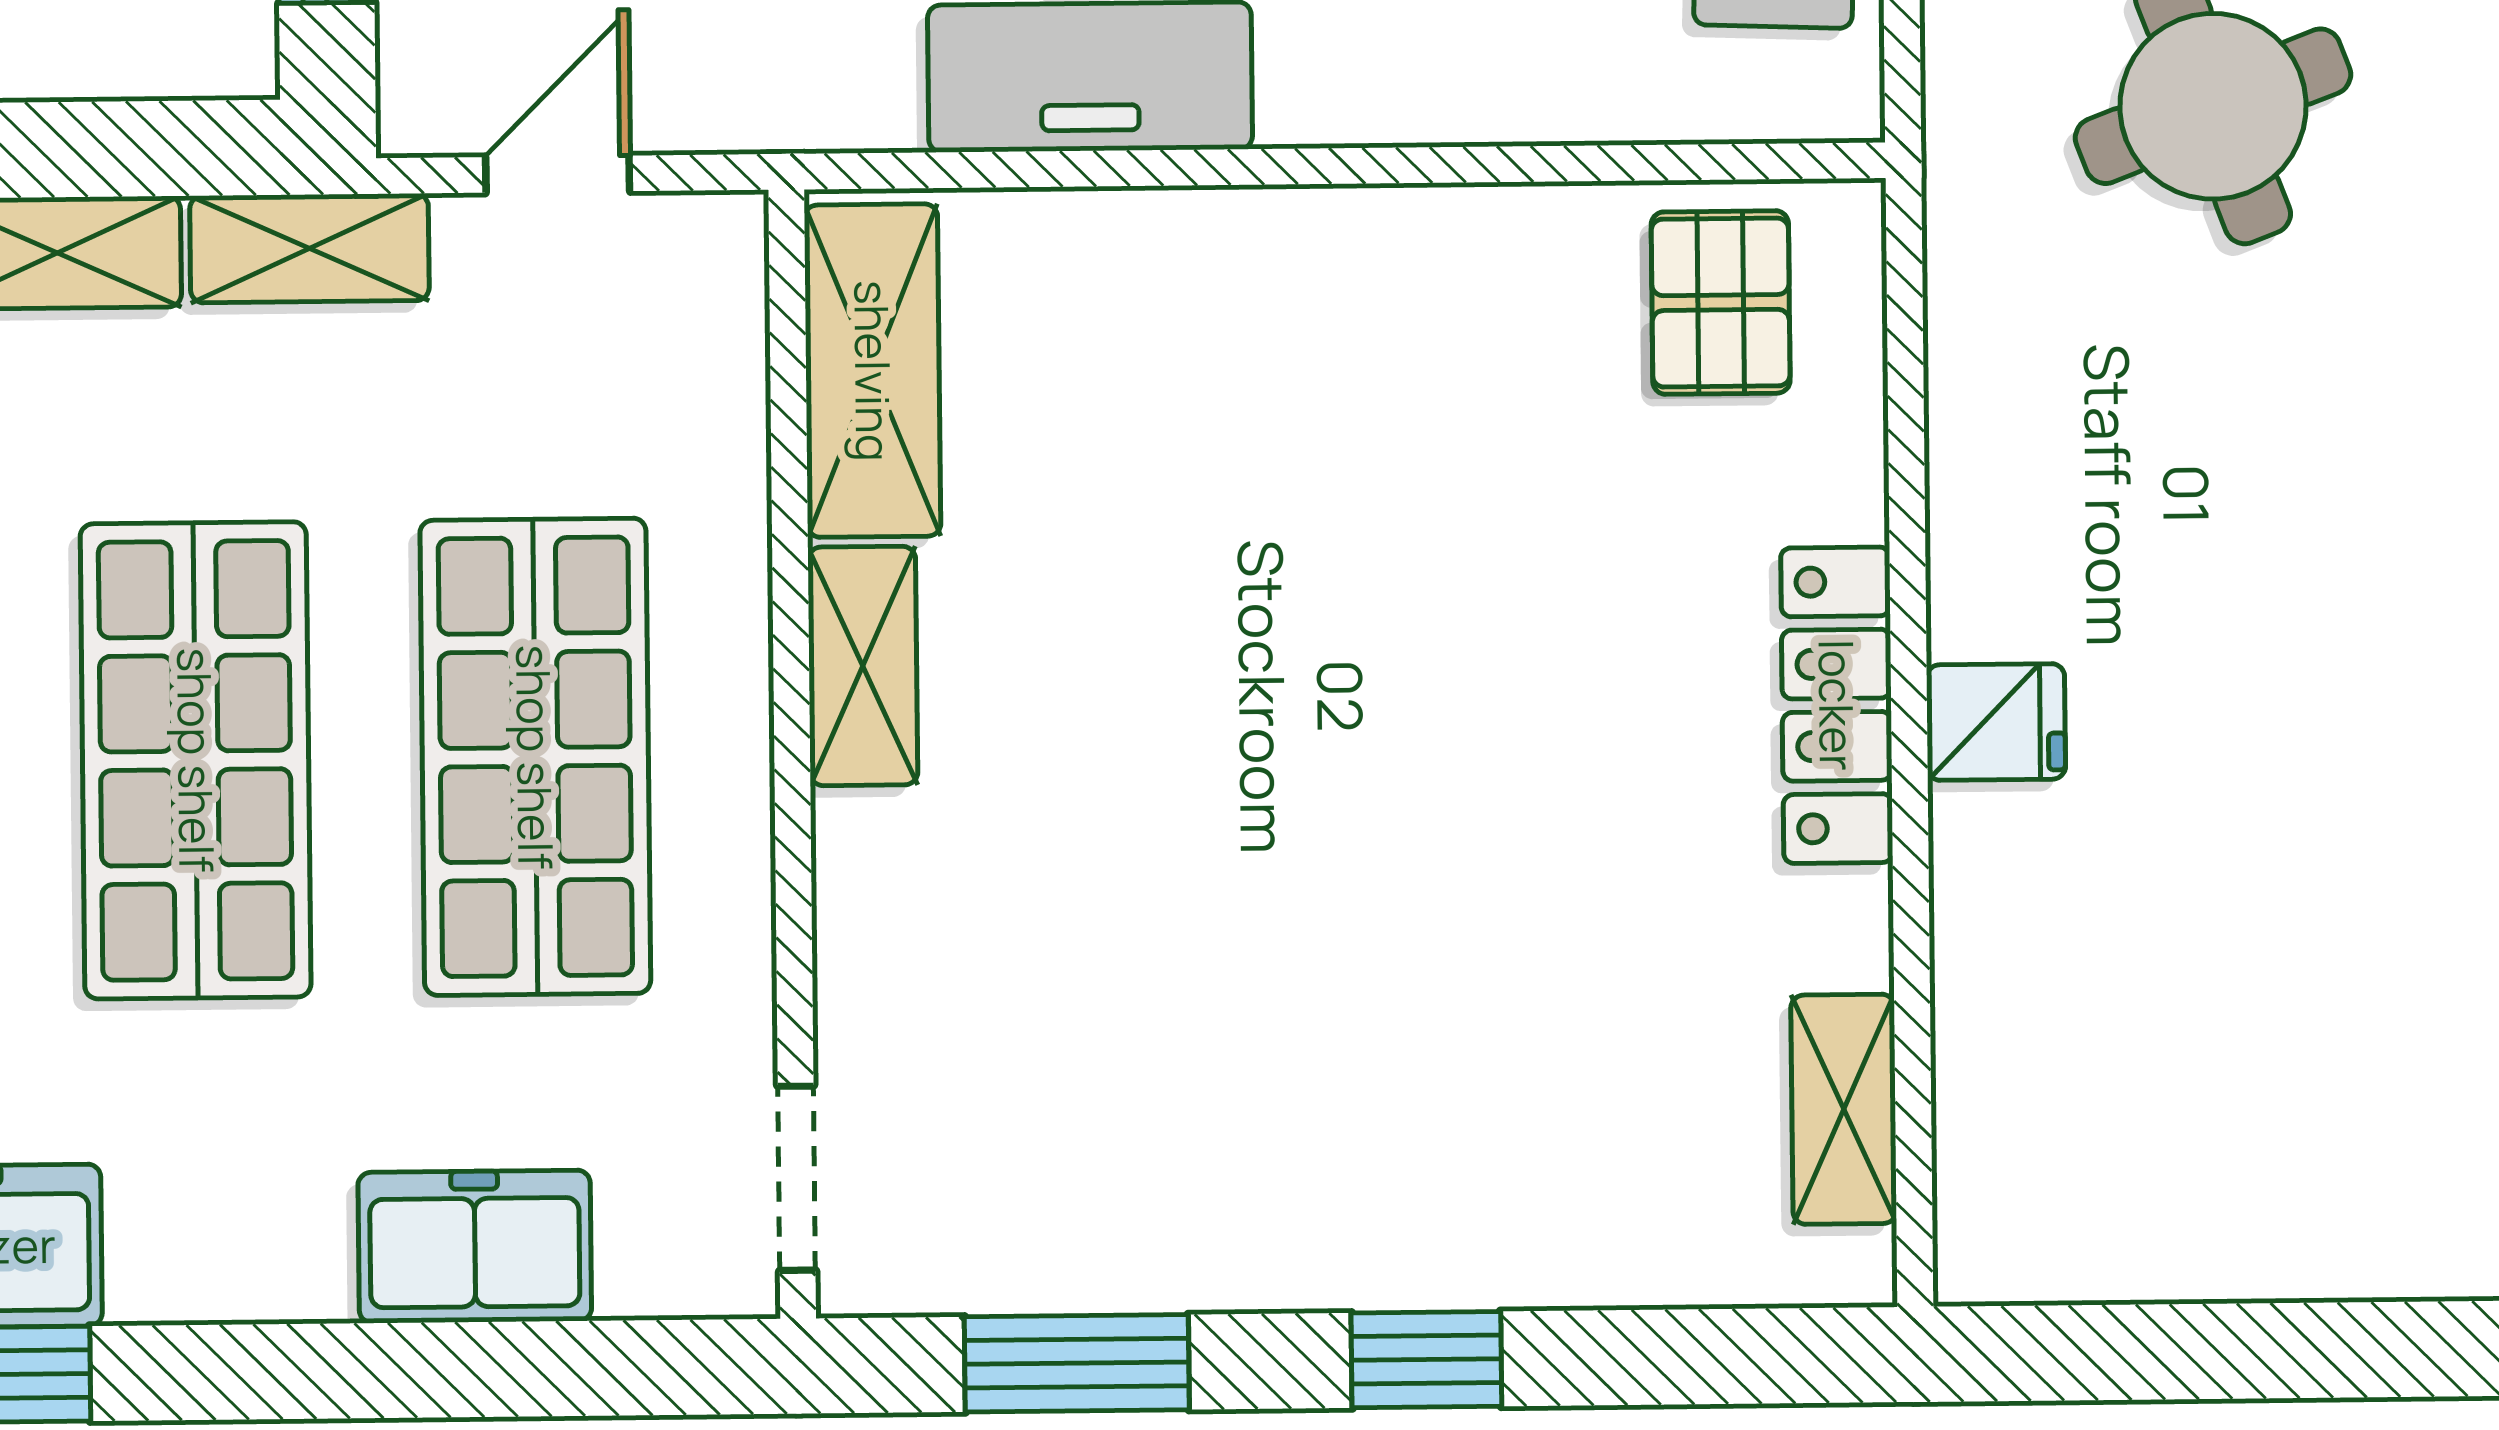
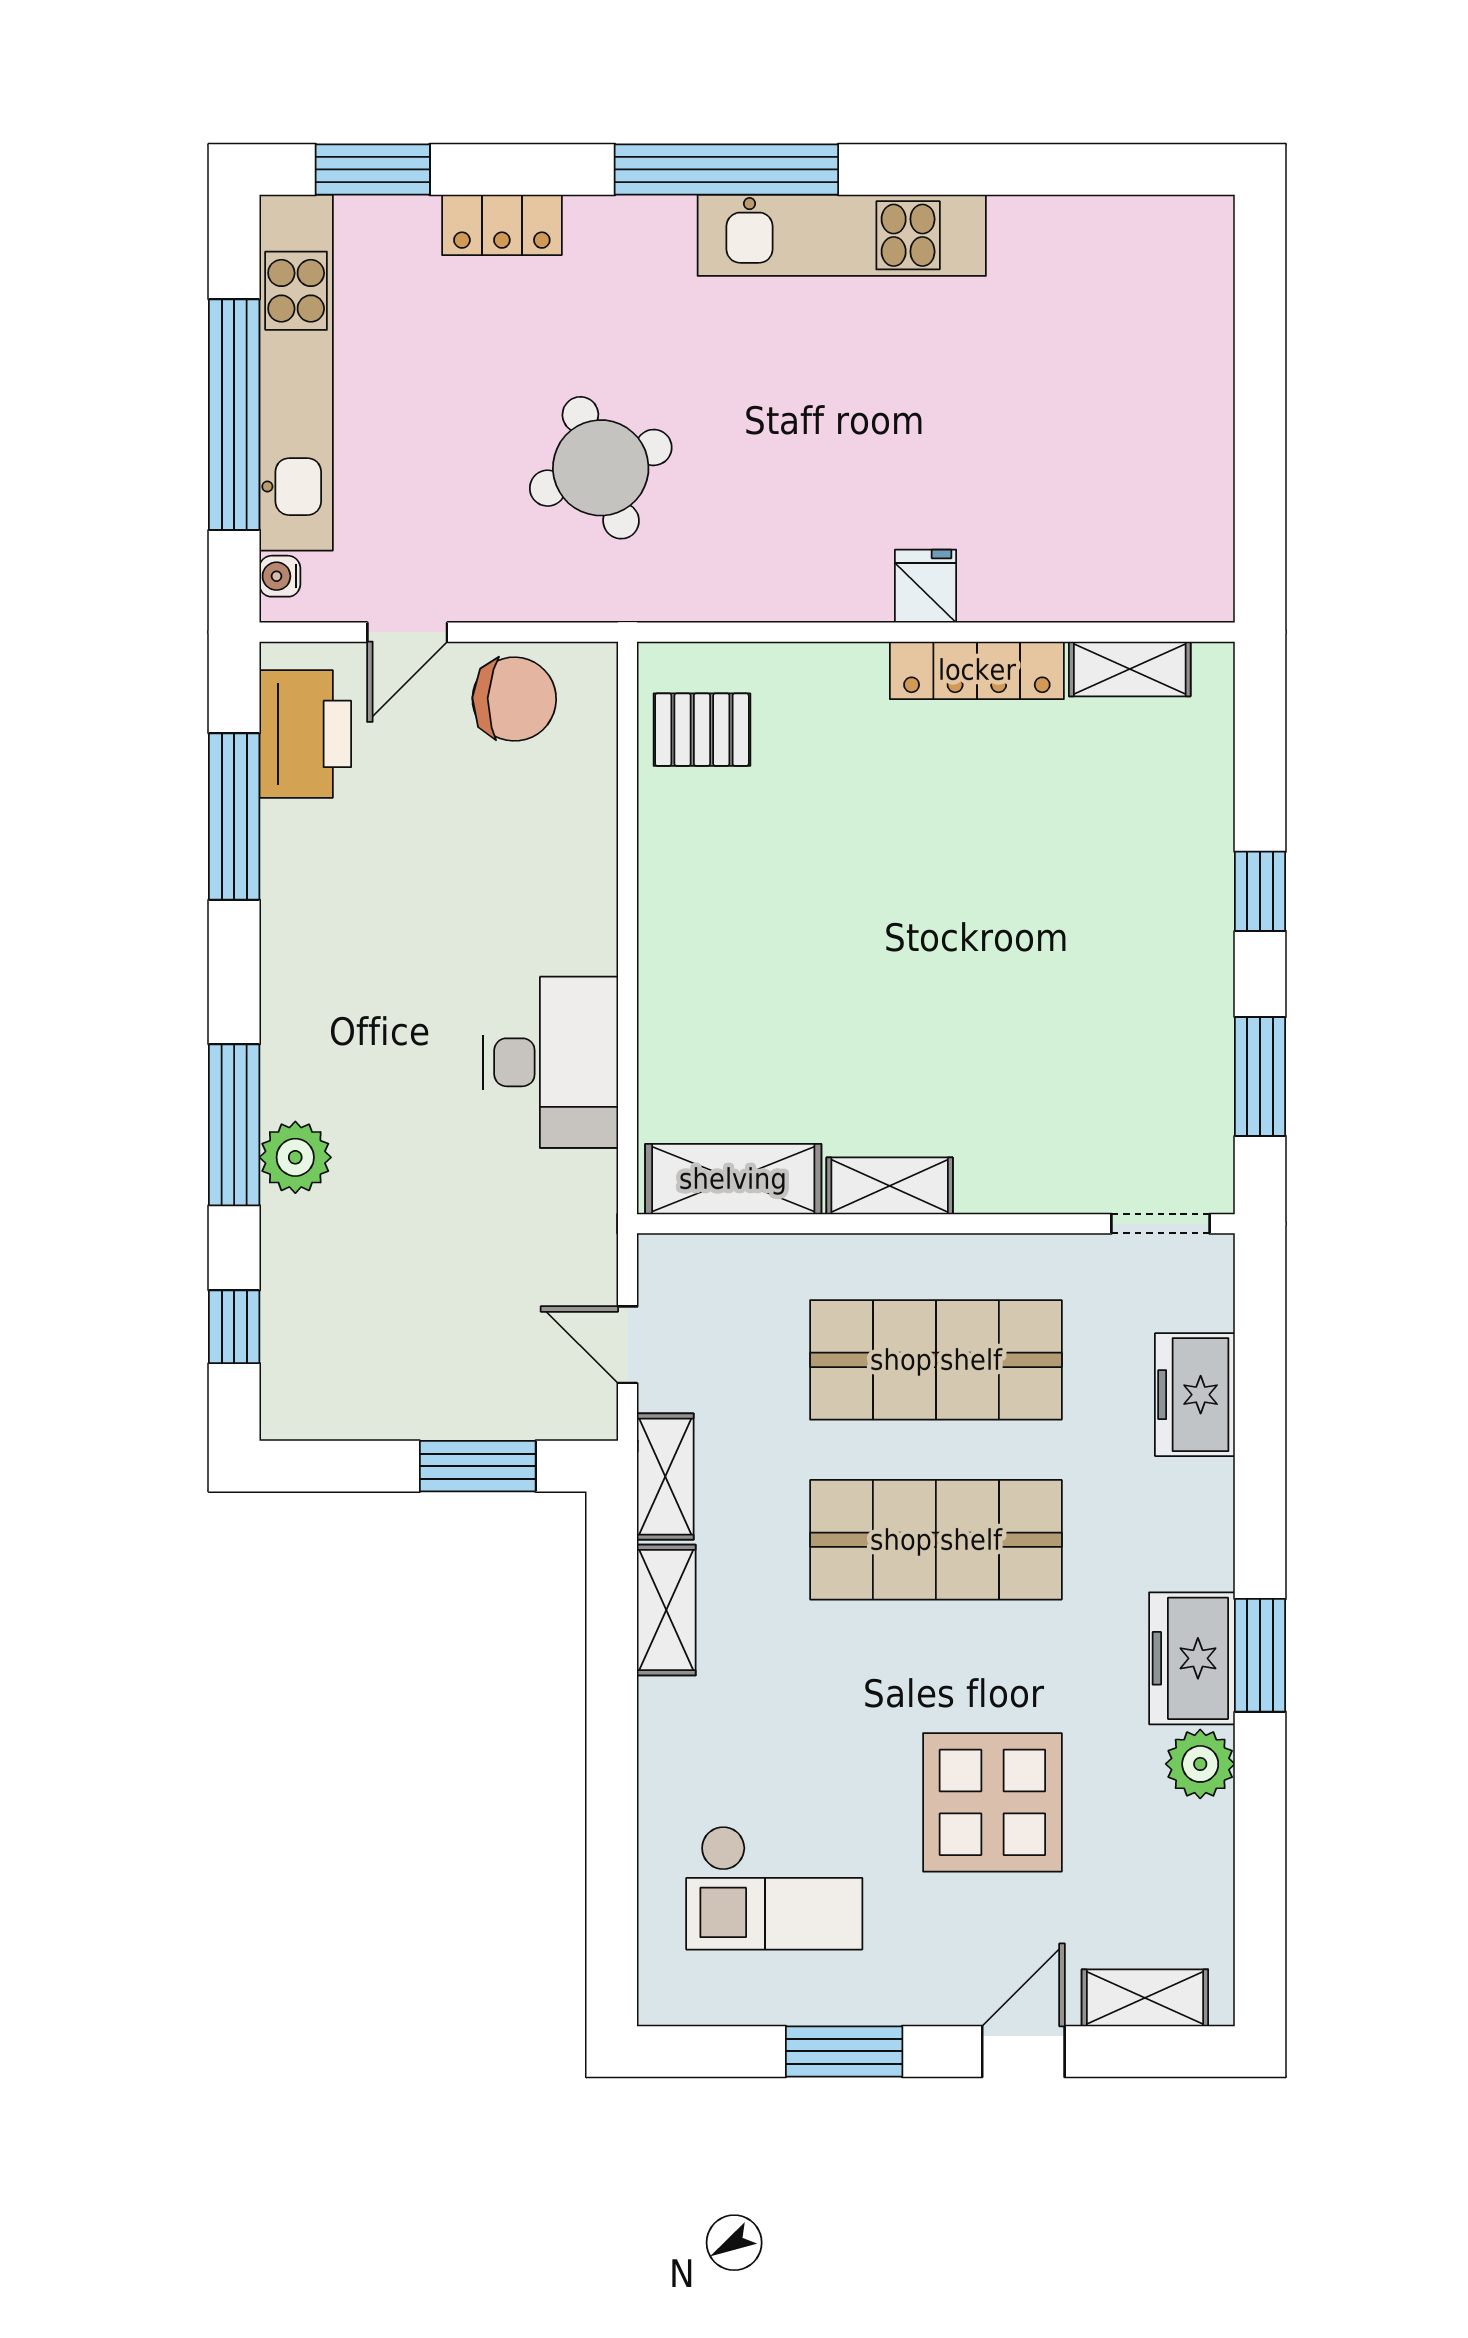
locker: (1837, 705) -> (977, 670), moved

